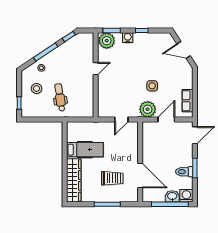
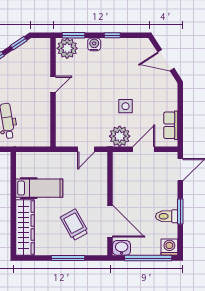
trolley: (112, 178) -> (74, 225), turned -119
washbasin: (172, 196) -> (122, 248), moved

